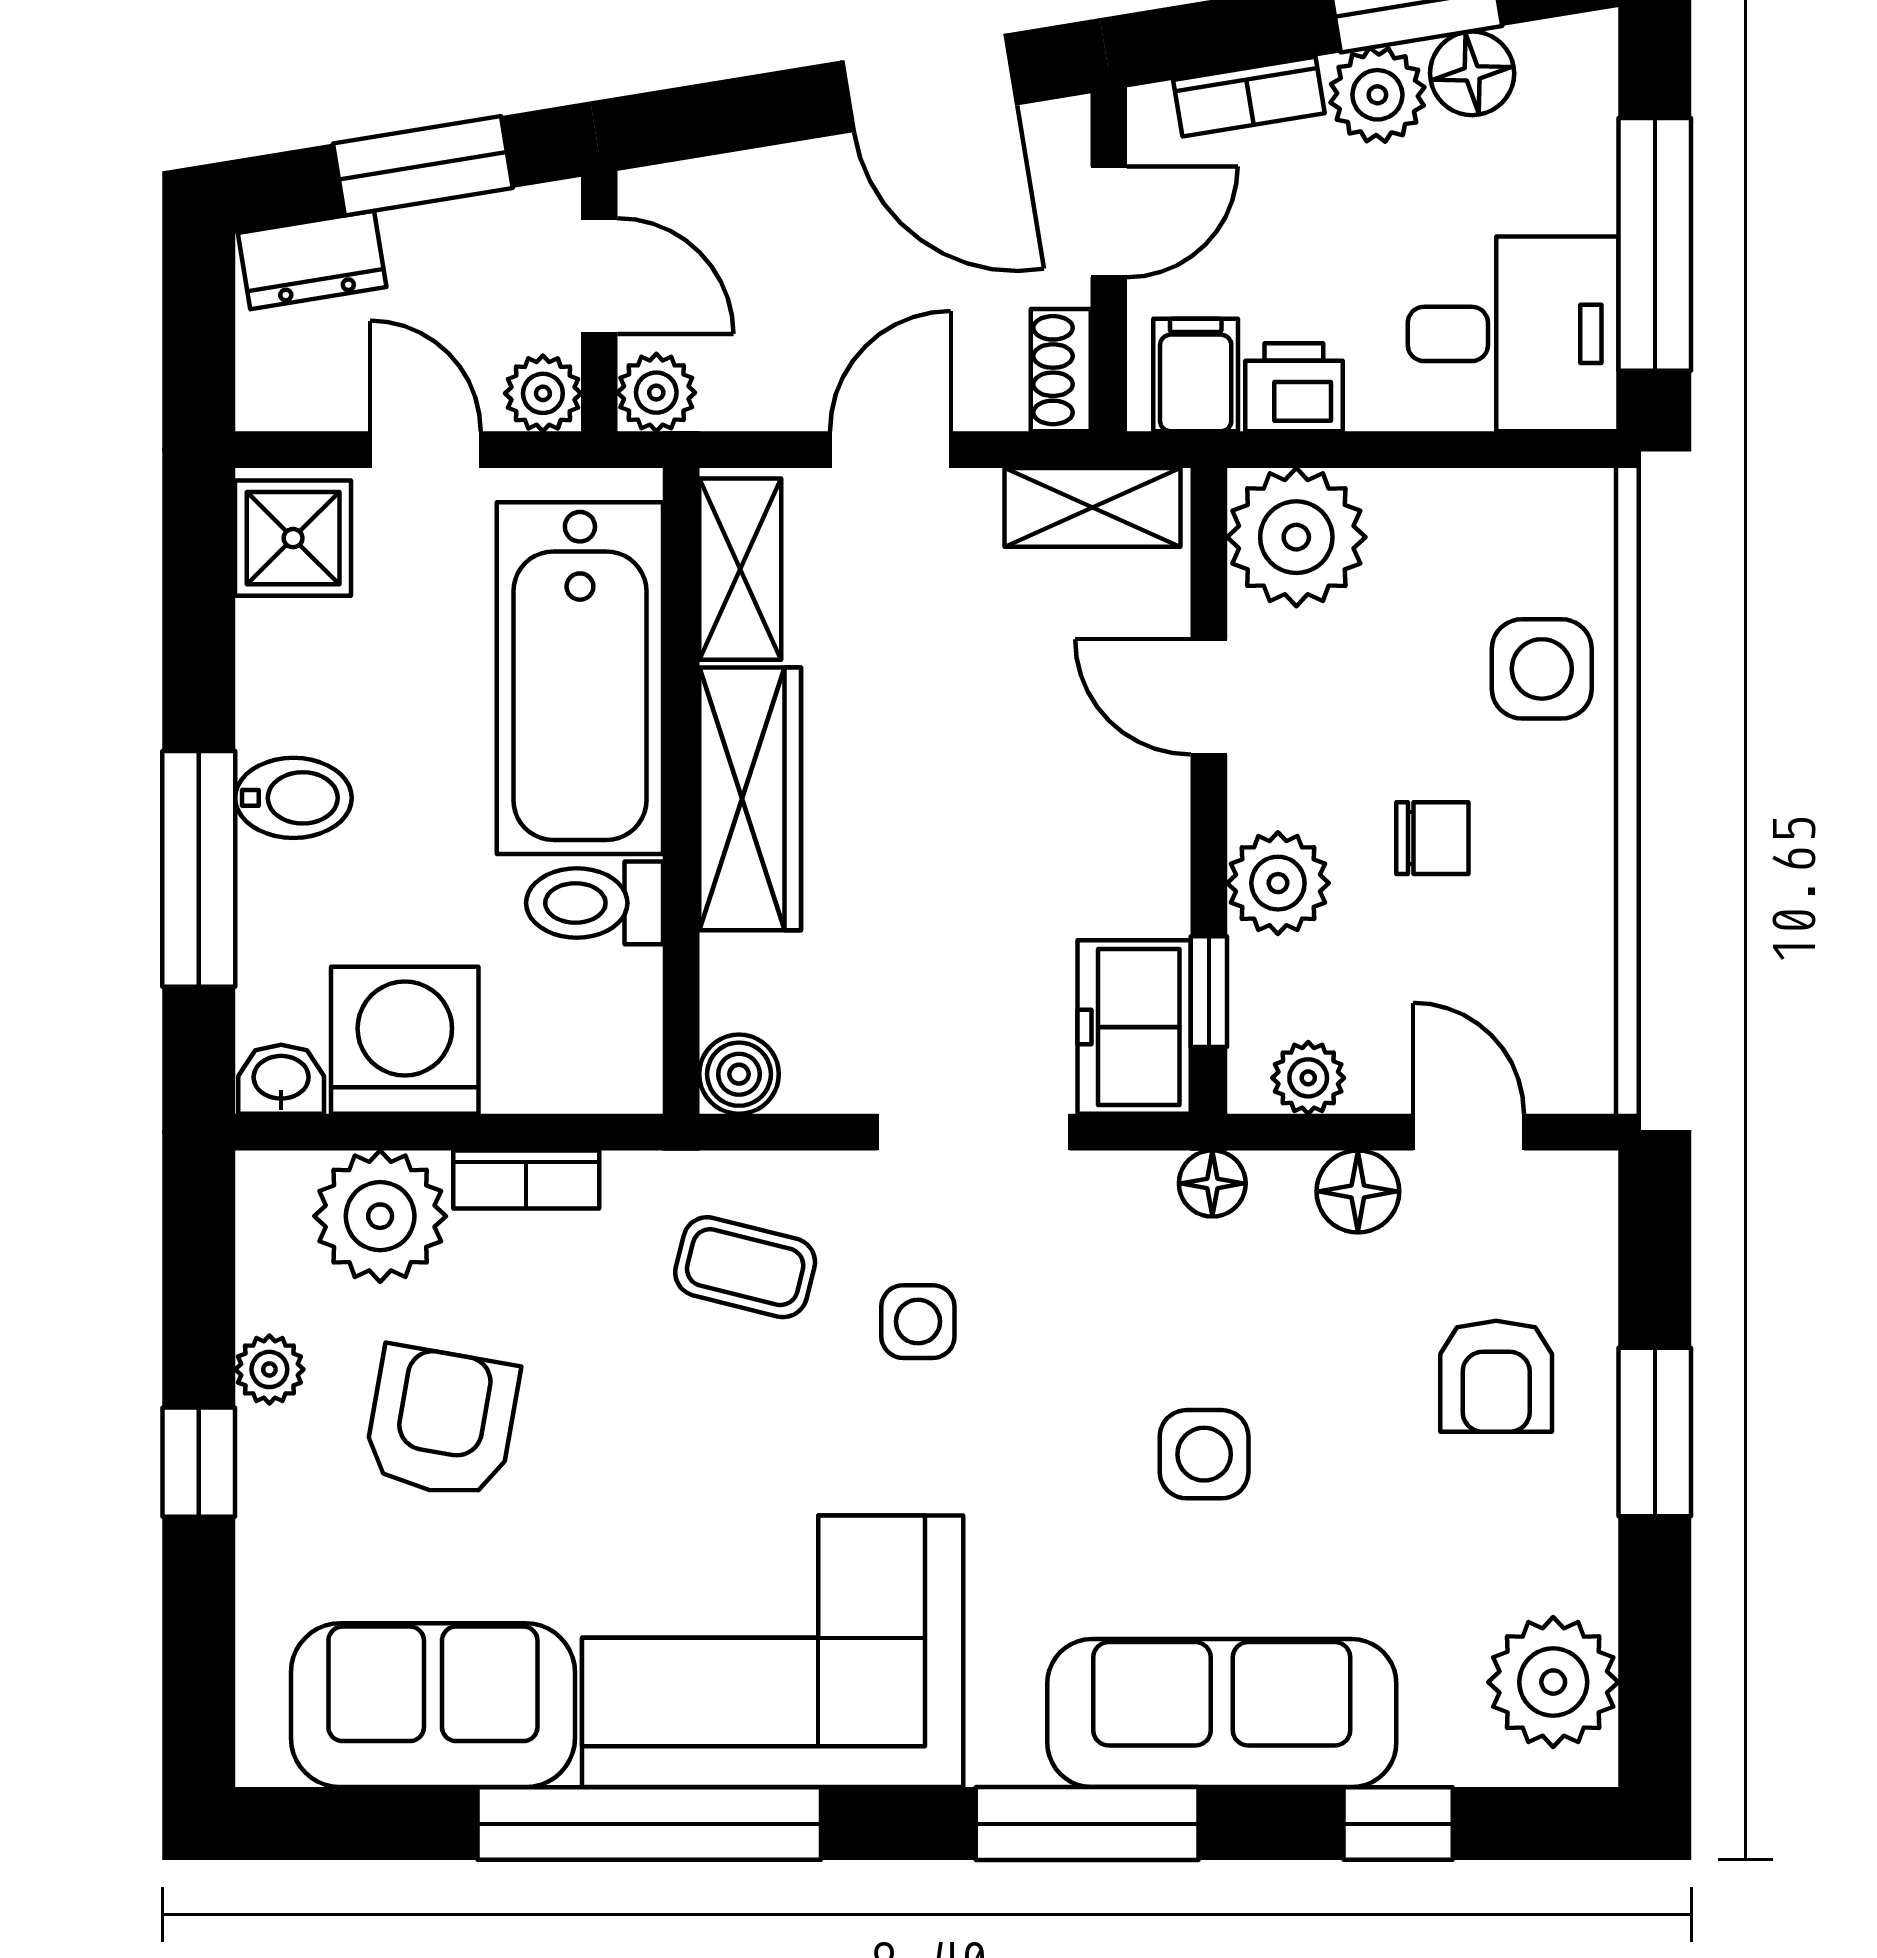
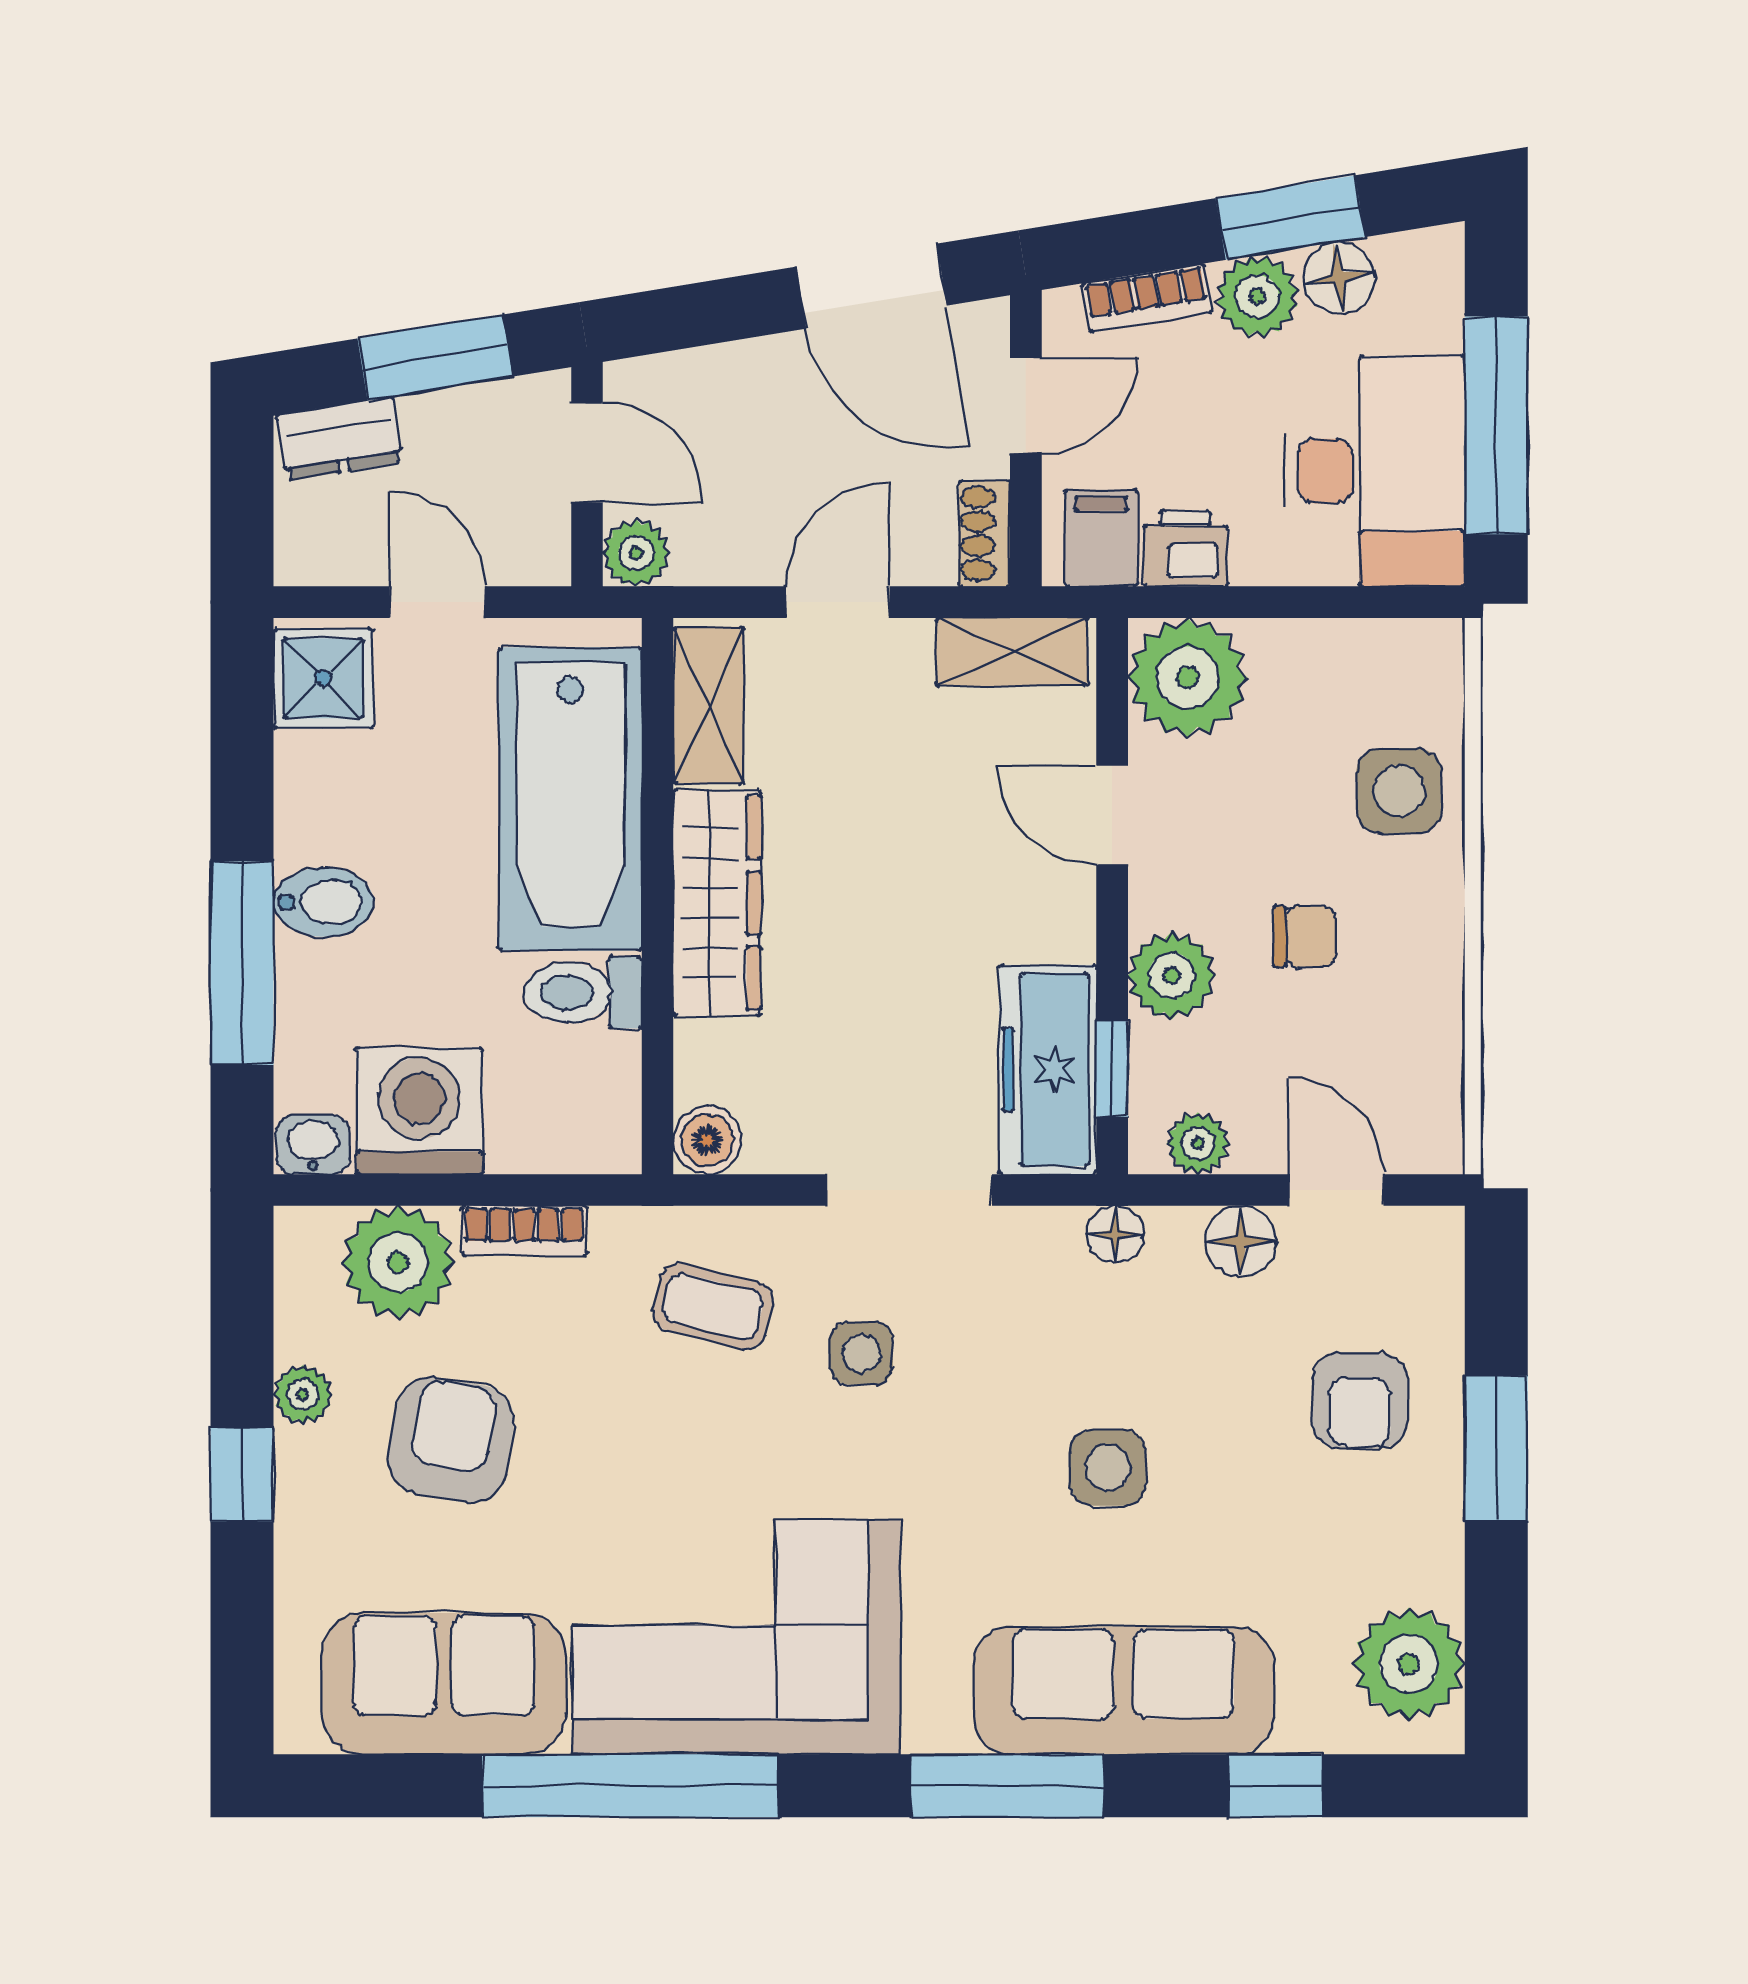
desk: (1513, 334) -> (1374, 471), width x1.37
plant: (543, 393) -> (538, 554), removed
freezer: (1134, 1027) -> (1048, 1070), width x1.40

